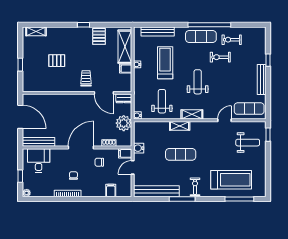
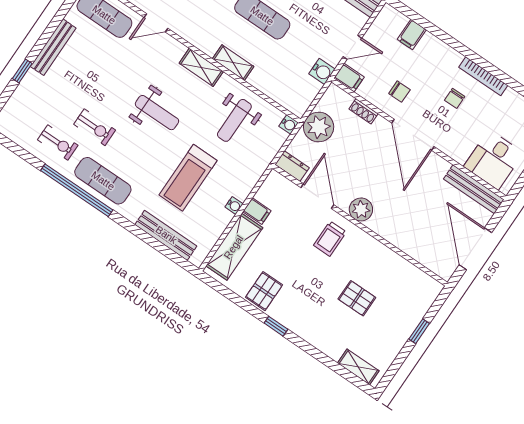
weight bench: (198, 82) -> (157, 113), turned -90
plant: (81, 100) -> (361, 209), added
door: (81, 148) -> (413, 135), hinge flipped

